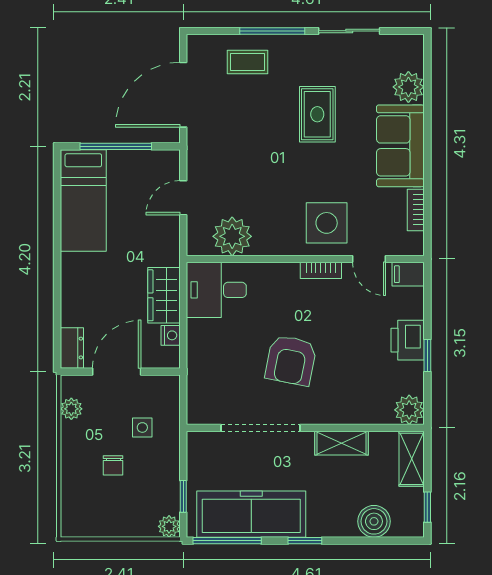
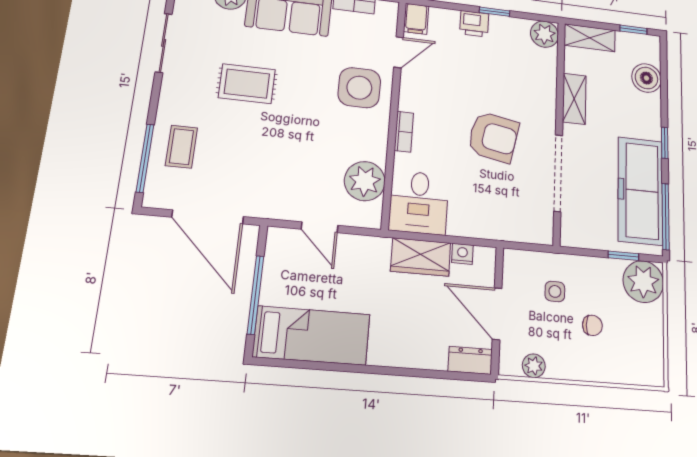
window: (272, 31) -> (145, 158), moved
bookcase: (321, 270) -> (404, 132), moved
printer: (408, 340) -> (474, 24), width x0.73, depth x0.81
plant: (169, 526) -> (643, 282), width x1.88, depth x1.88

